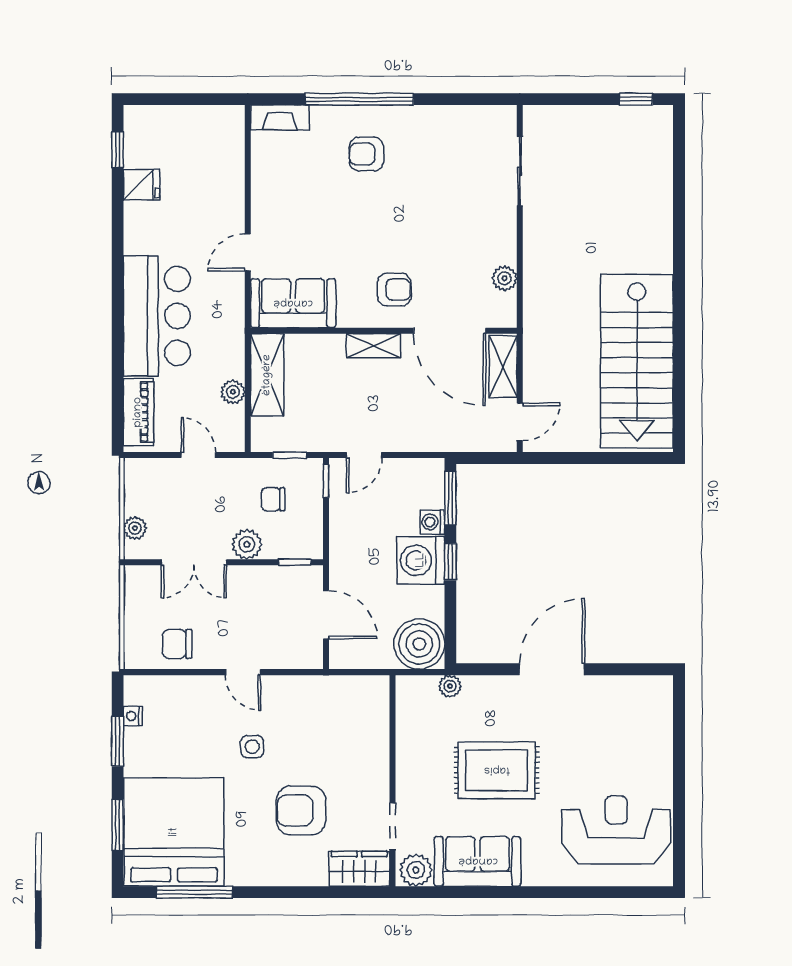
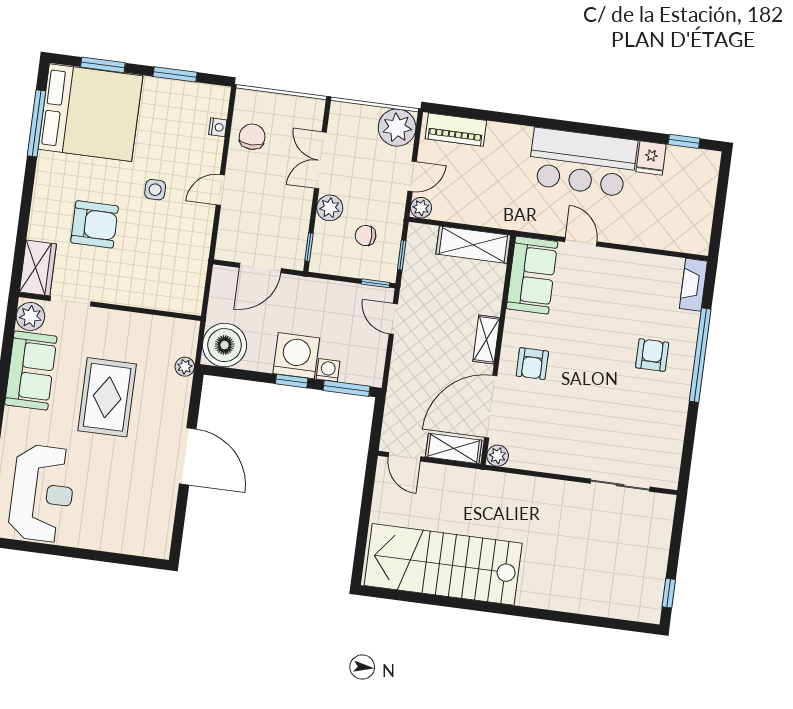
plant: (505, 278) -> (498, 456), moved
bar counter: (157, 316) -> (583, 162), moved
plant: (233, 392) -> (421, 208), moved
chair: (273, 499) -> (366, 236), turned -90
plant: (135, 528) -> (397, 128), moved, width x1.88, depth x1.88
nightstand: (133, 716) -> (218, 127), moved, turned 90
armchair: (301, 811) -> (95, 224), turned 90

